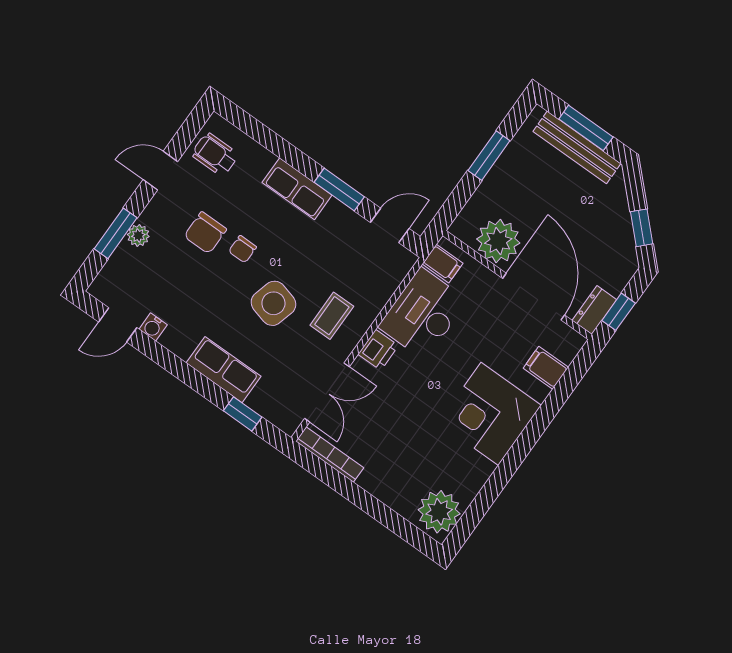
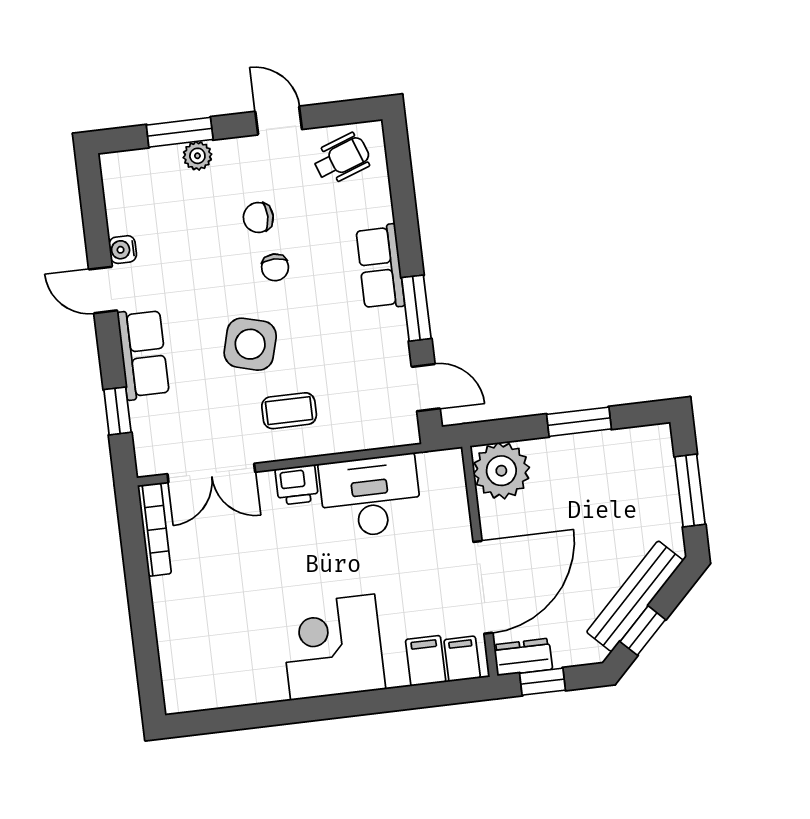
bench: (577, 147) -> (635, 596), moved, turned 45
wheelchair: (215, 154) -> (342, 159), turned 70
chair: (205, 233) -> (258, 217), width x0.73, depth x0.73
plant: (498, 241) -> (501, 471), moved
chair: (243, 249) -> (275, 267), turned -90
filing cabinet: (443, 264) -> (462, 659), moved, turned 180
door: (118, 325) -> (103, 290), moved
plant: (439, 512) -> (195, 684), removed

